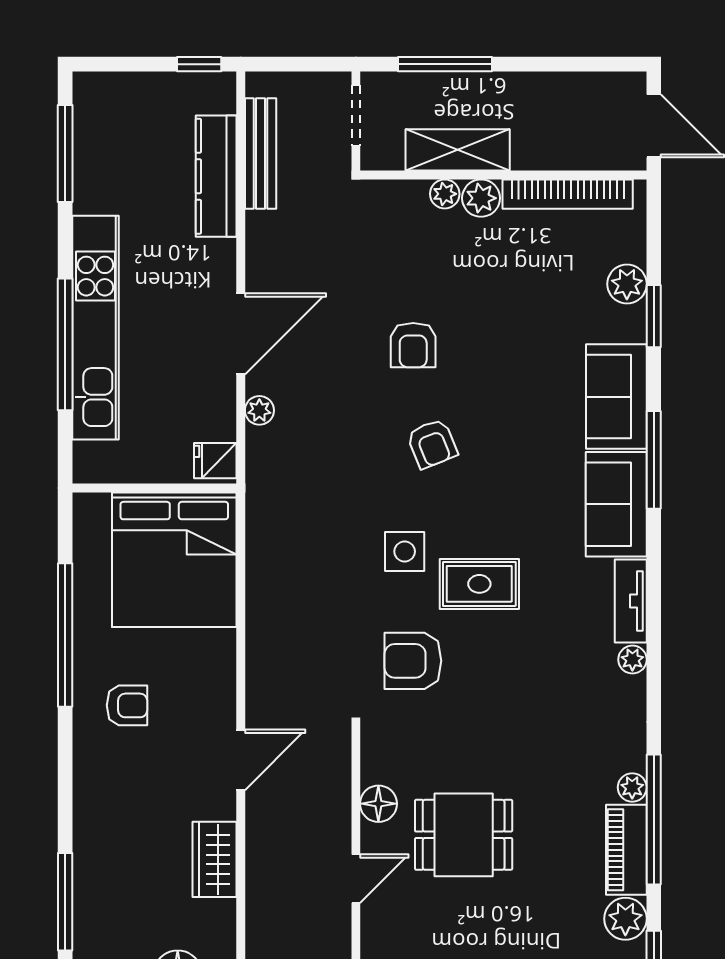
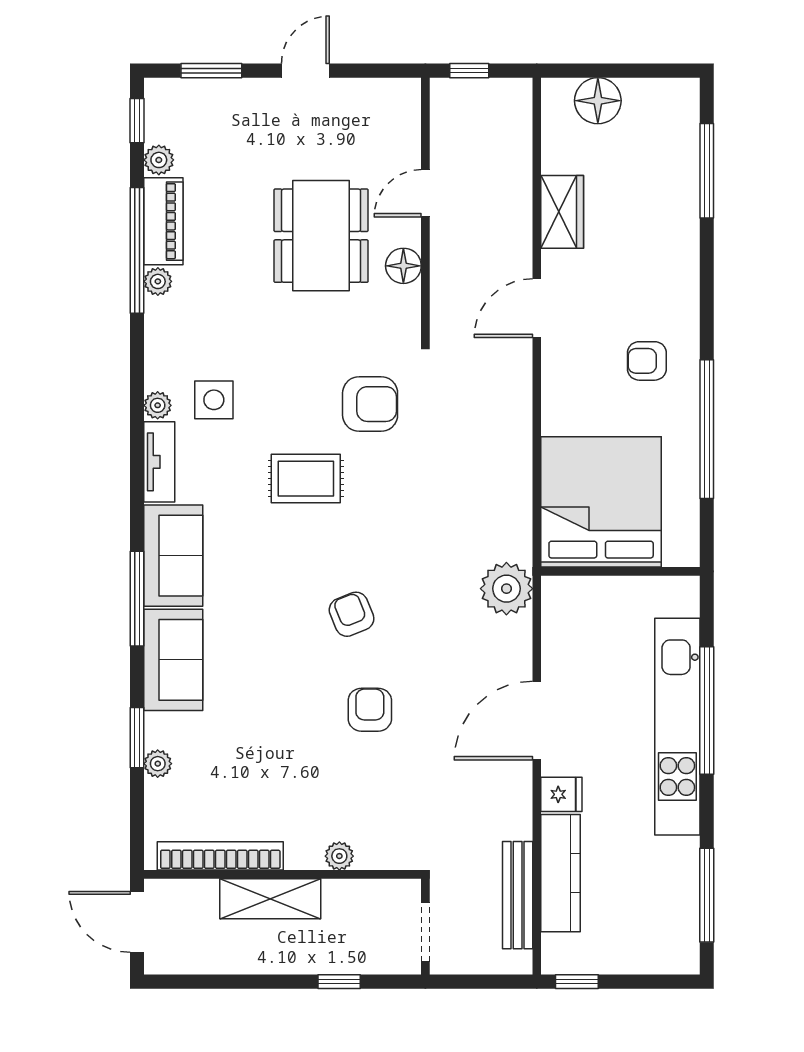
window: (445, 64) -> (339, 982), width x0.46
shelving: (458, 150) -> (270, 899), moved
plant: (481, 198) -> (304, 852), removed
plant: (627, 284) -> (158, 764), width x0.73, depth x0.73
plant: (259, 410) -> (506, 589), moved, width x1.87, depth x1.87
fridge: (215, 461) -> (561, 794), moved
side table: (405, 552) -> (214, 400), moved
dining table: (464, 835) -> (321, 236), width x1.38
plant: (625, 919) -> (159, 160), width x0.73, depth x0.73

